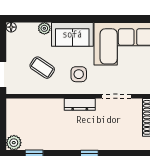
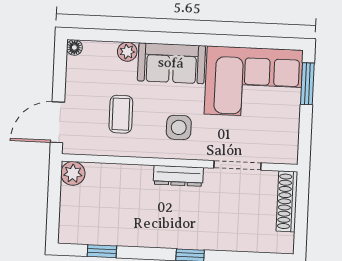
coffee table: (42, 68) -> (121, 114), turned 56
plant: (14, 143) -> (73, 173), moved

